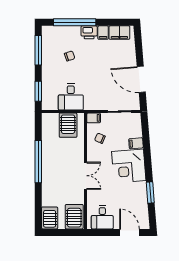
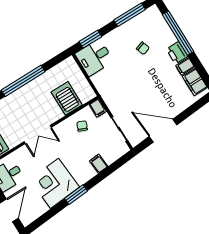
door: (141, 79) -> (163, 131), hinge flipped
desk: (71, 97) -> (94, 57), moved
server rack: (68, 125) -> (67, 98), moved, turned 90
corner desk: (129, 166) -> (55, 183), moved
window: (150, 192) -> (76, 195), moved

